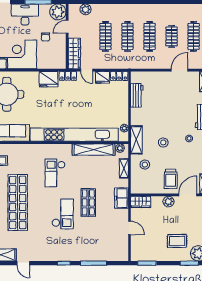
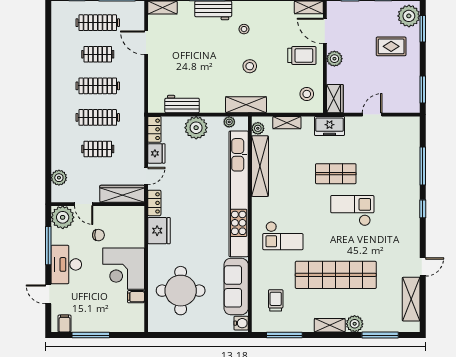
clothes rail: (105, 36) -> (98, 149), width x0.73
plant: (120, 105) -> (196, 128), added
stool: (145, 165) -> (307, 94), moved
checkout: (55, 173) -> (283, 236), moved
rug: (177, 241) -> (391, 46), turned 90

